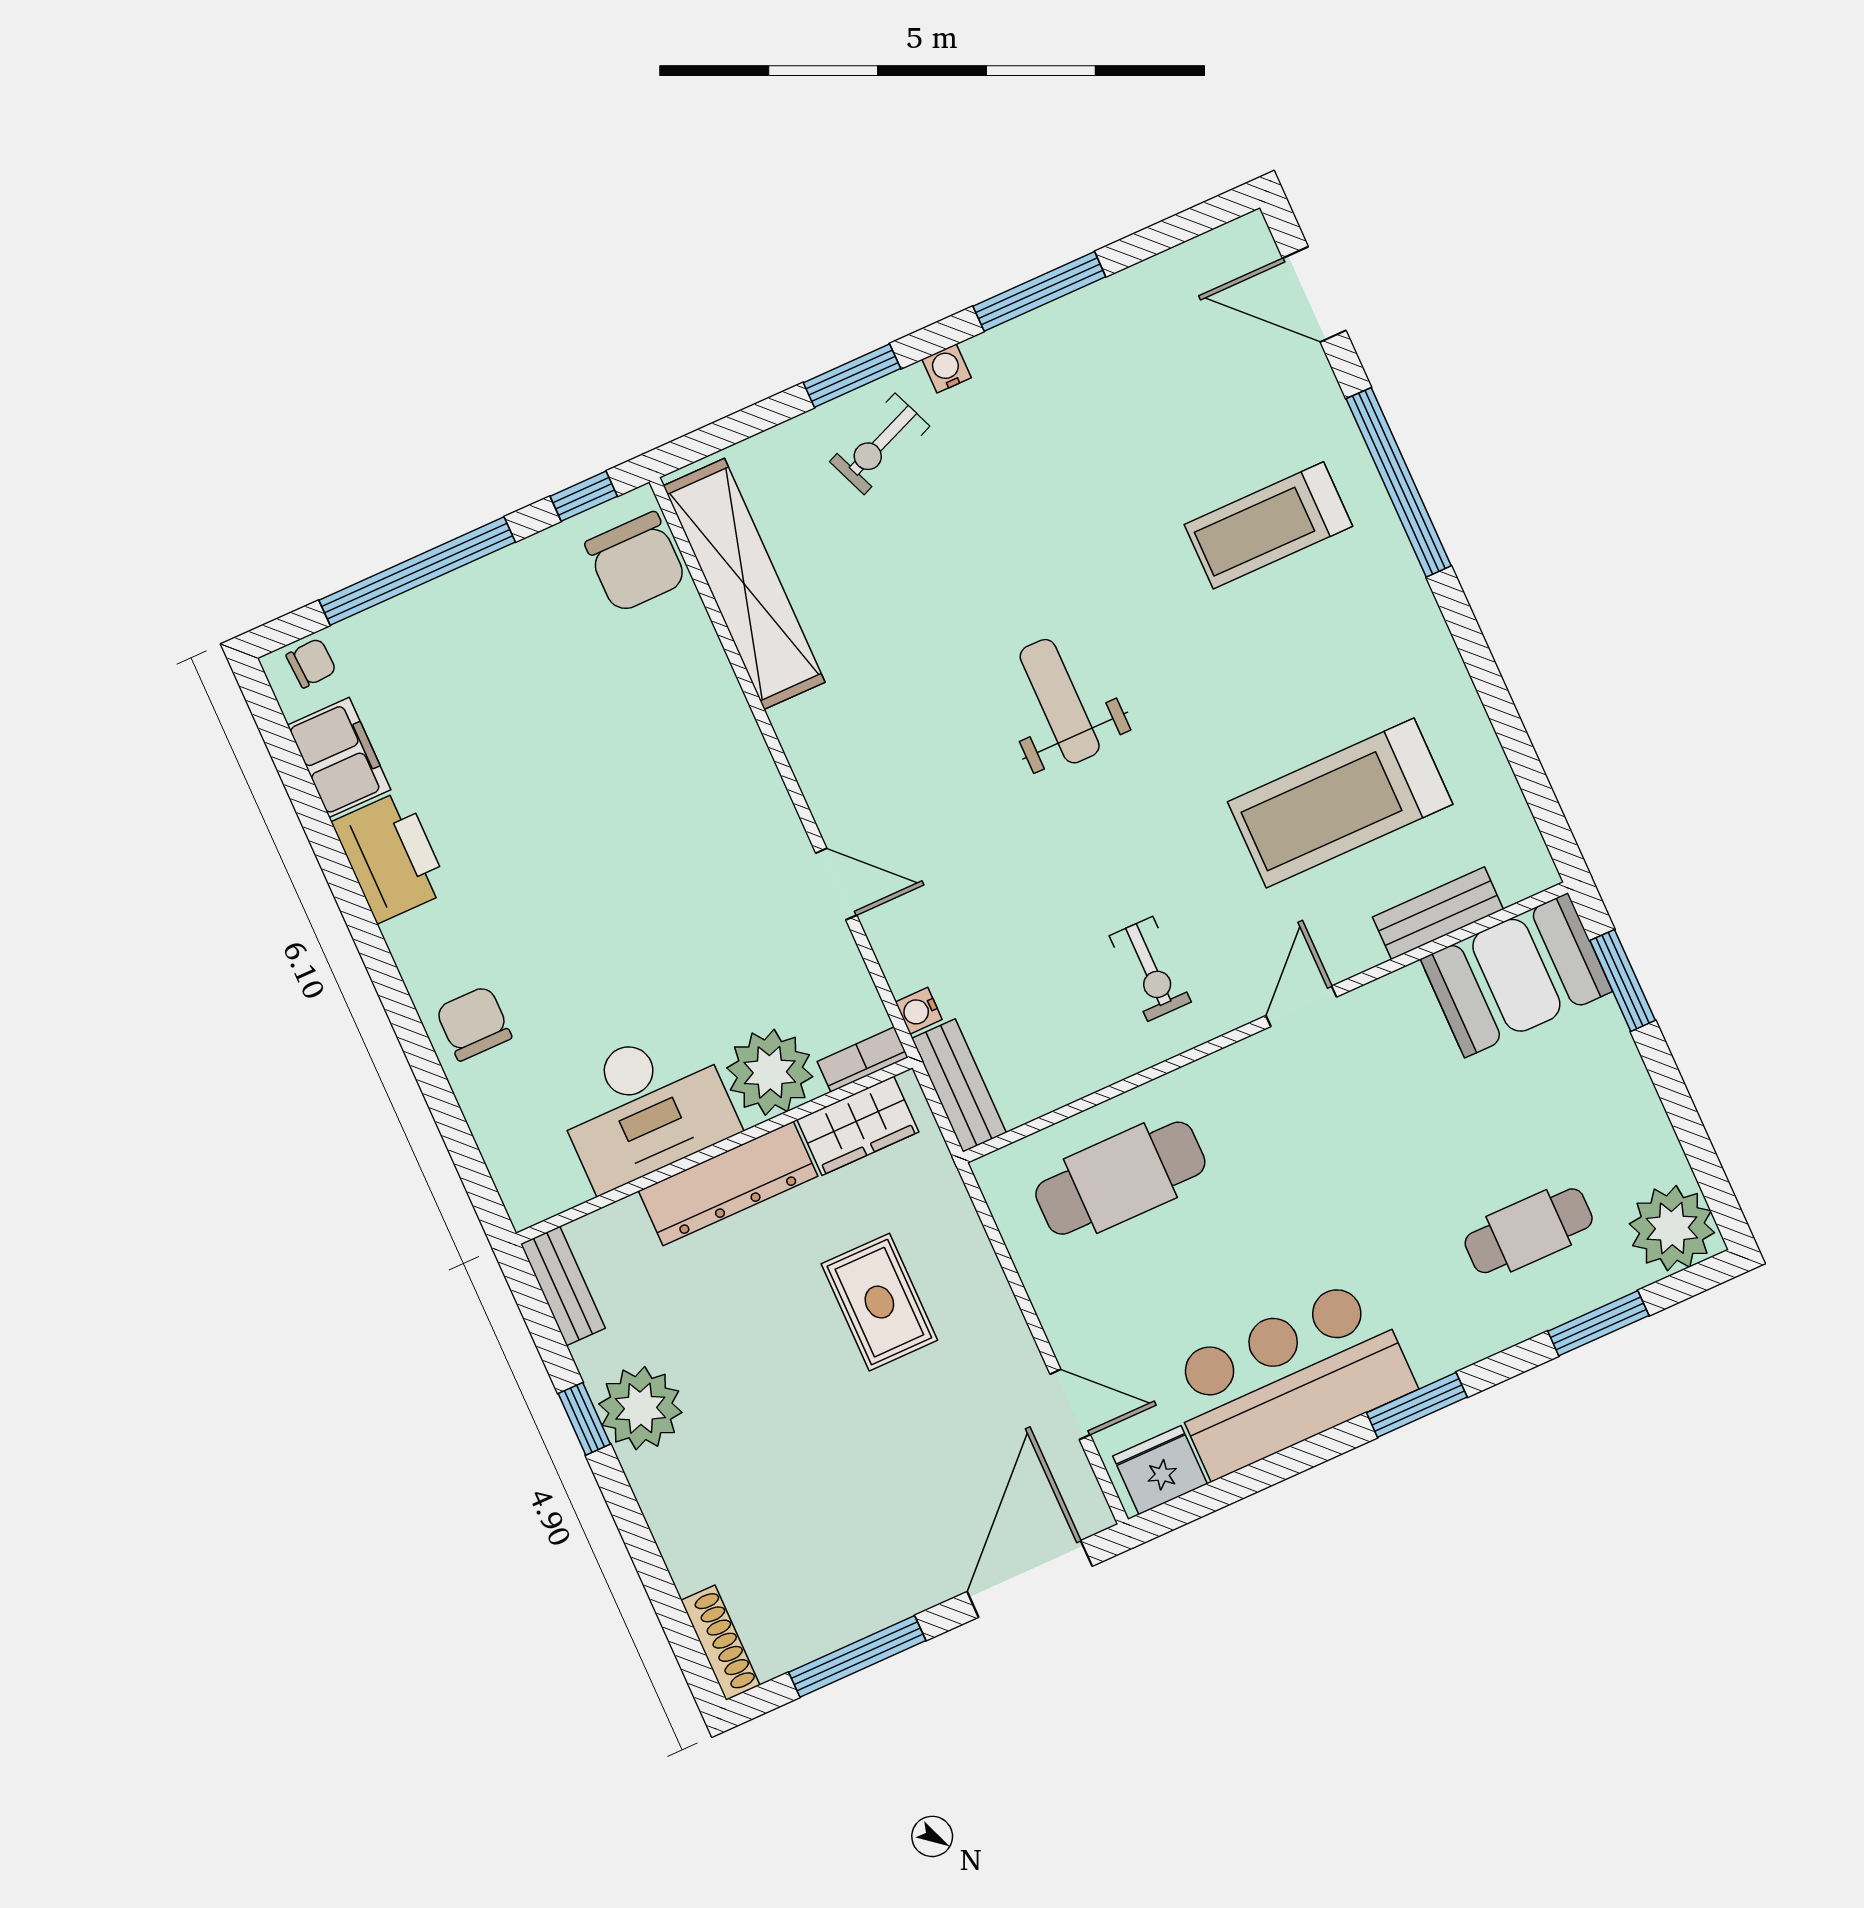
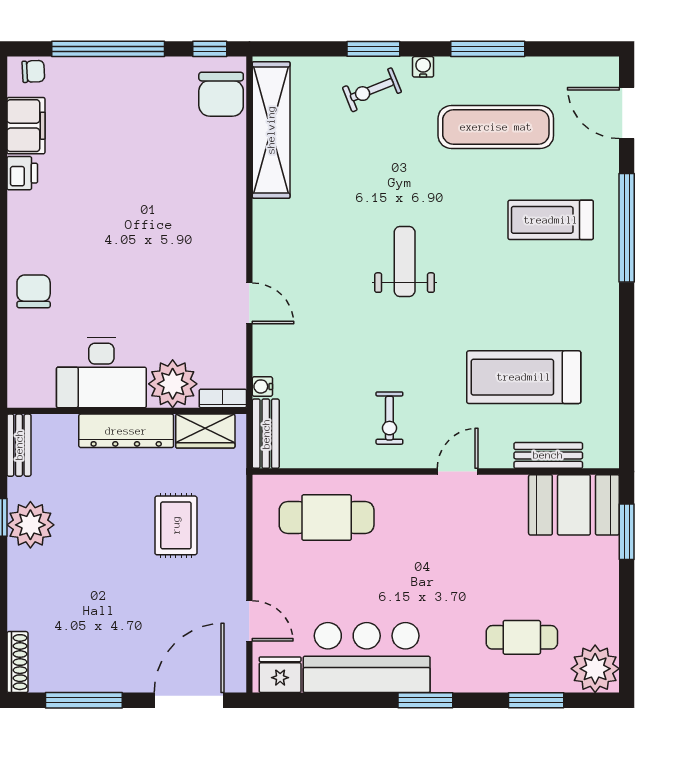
exercise mat: (1110, 414) -> (496, 127), added
printer: (391, 857) -> (22, 173), width x0.53, depth x0.68

